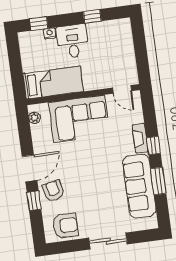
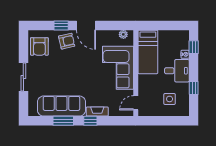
side table: (111, 46) -> (170, 99), added

